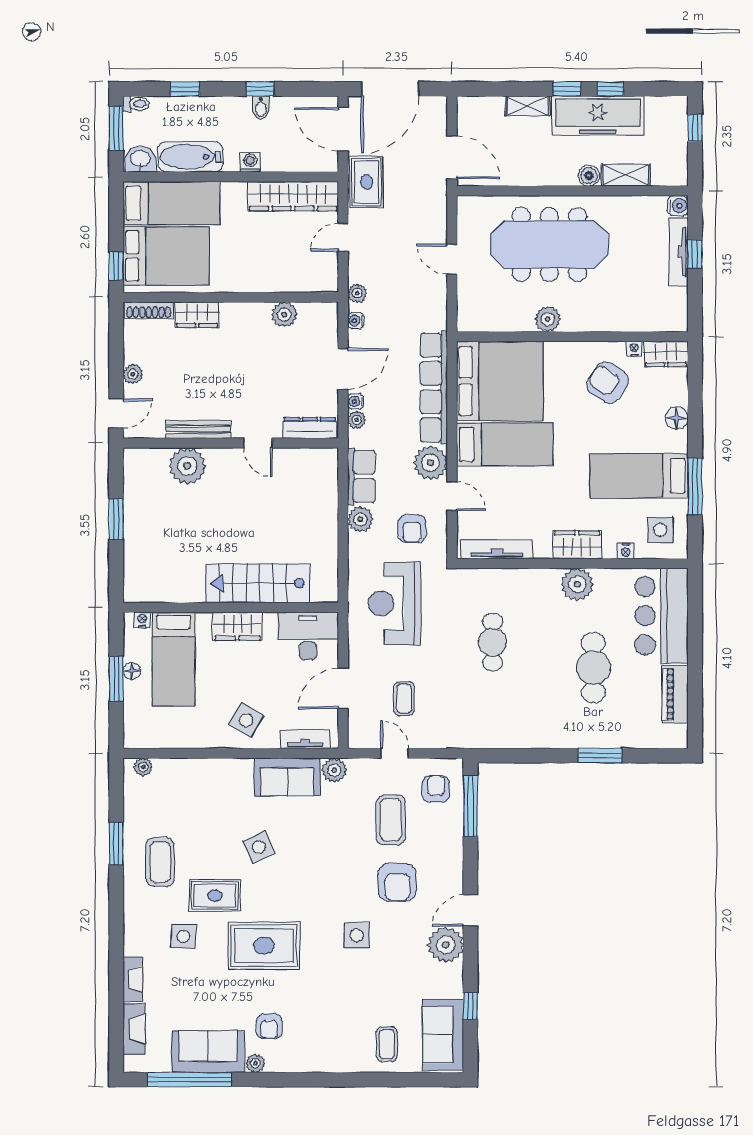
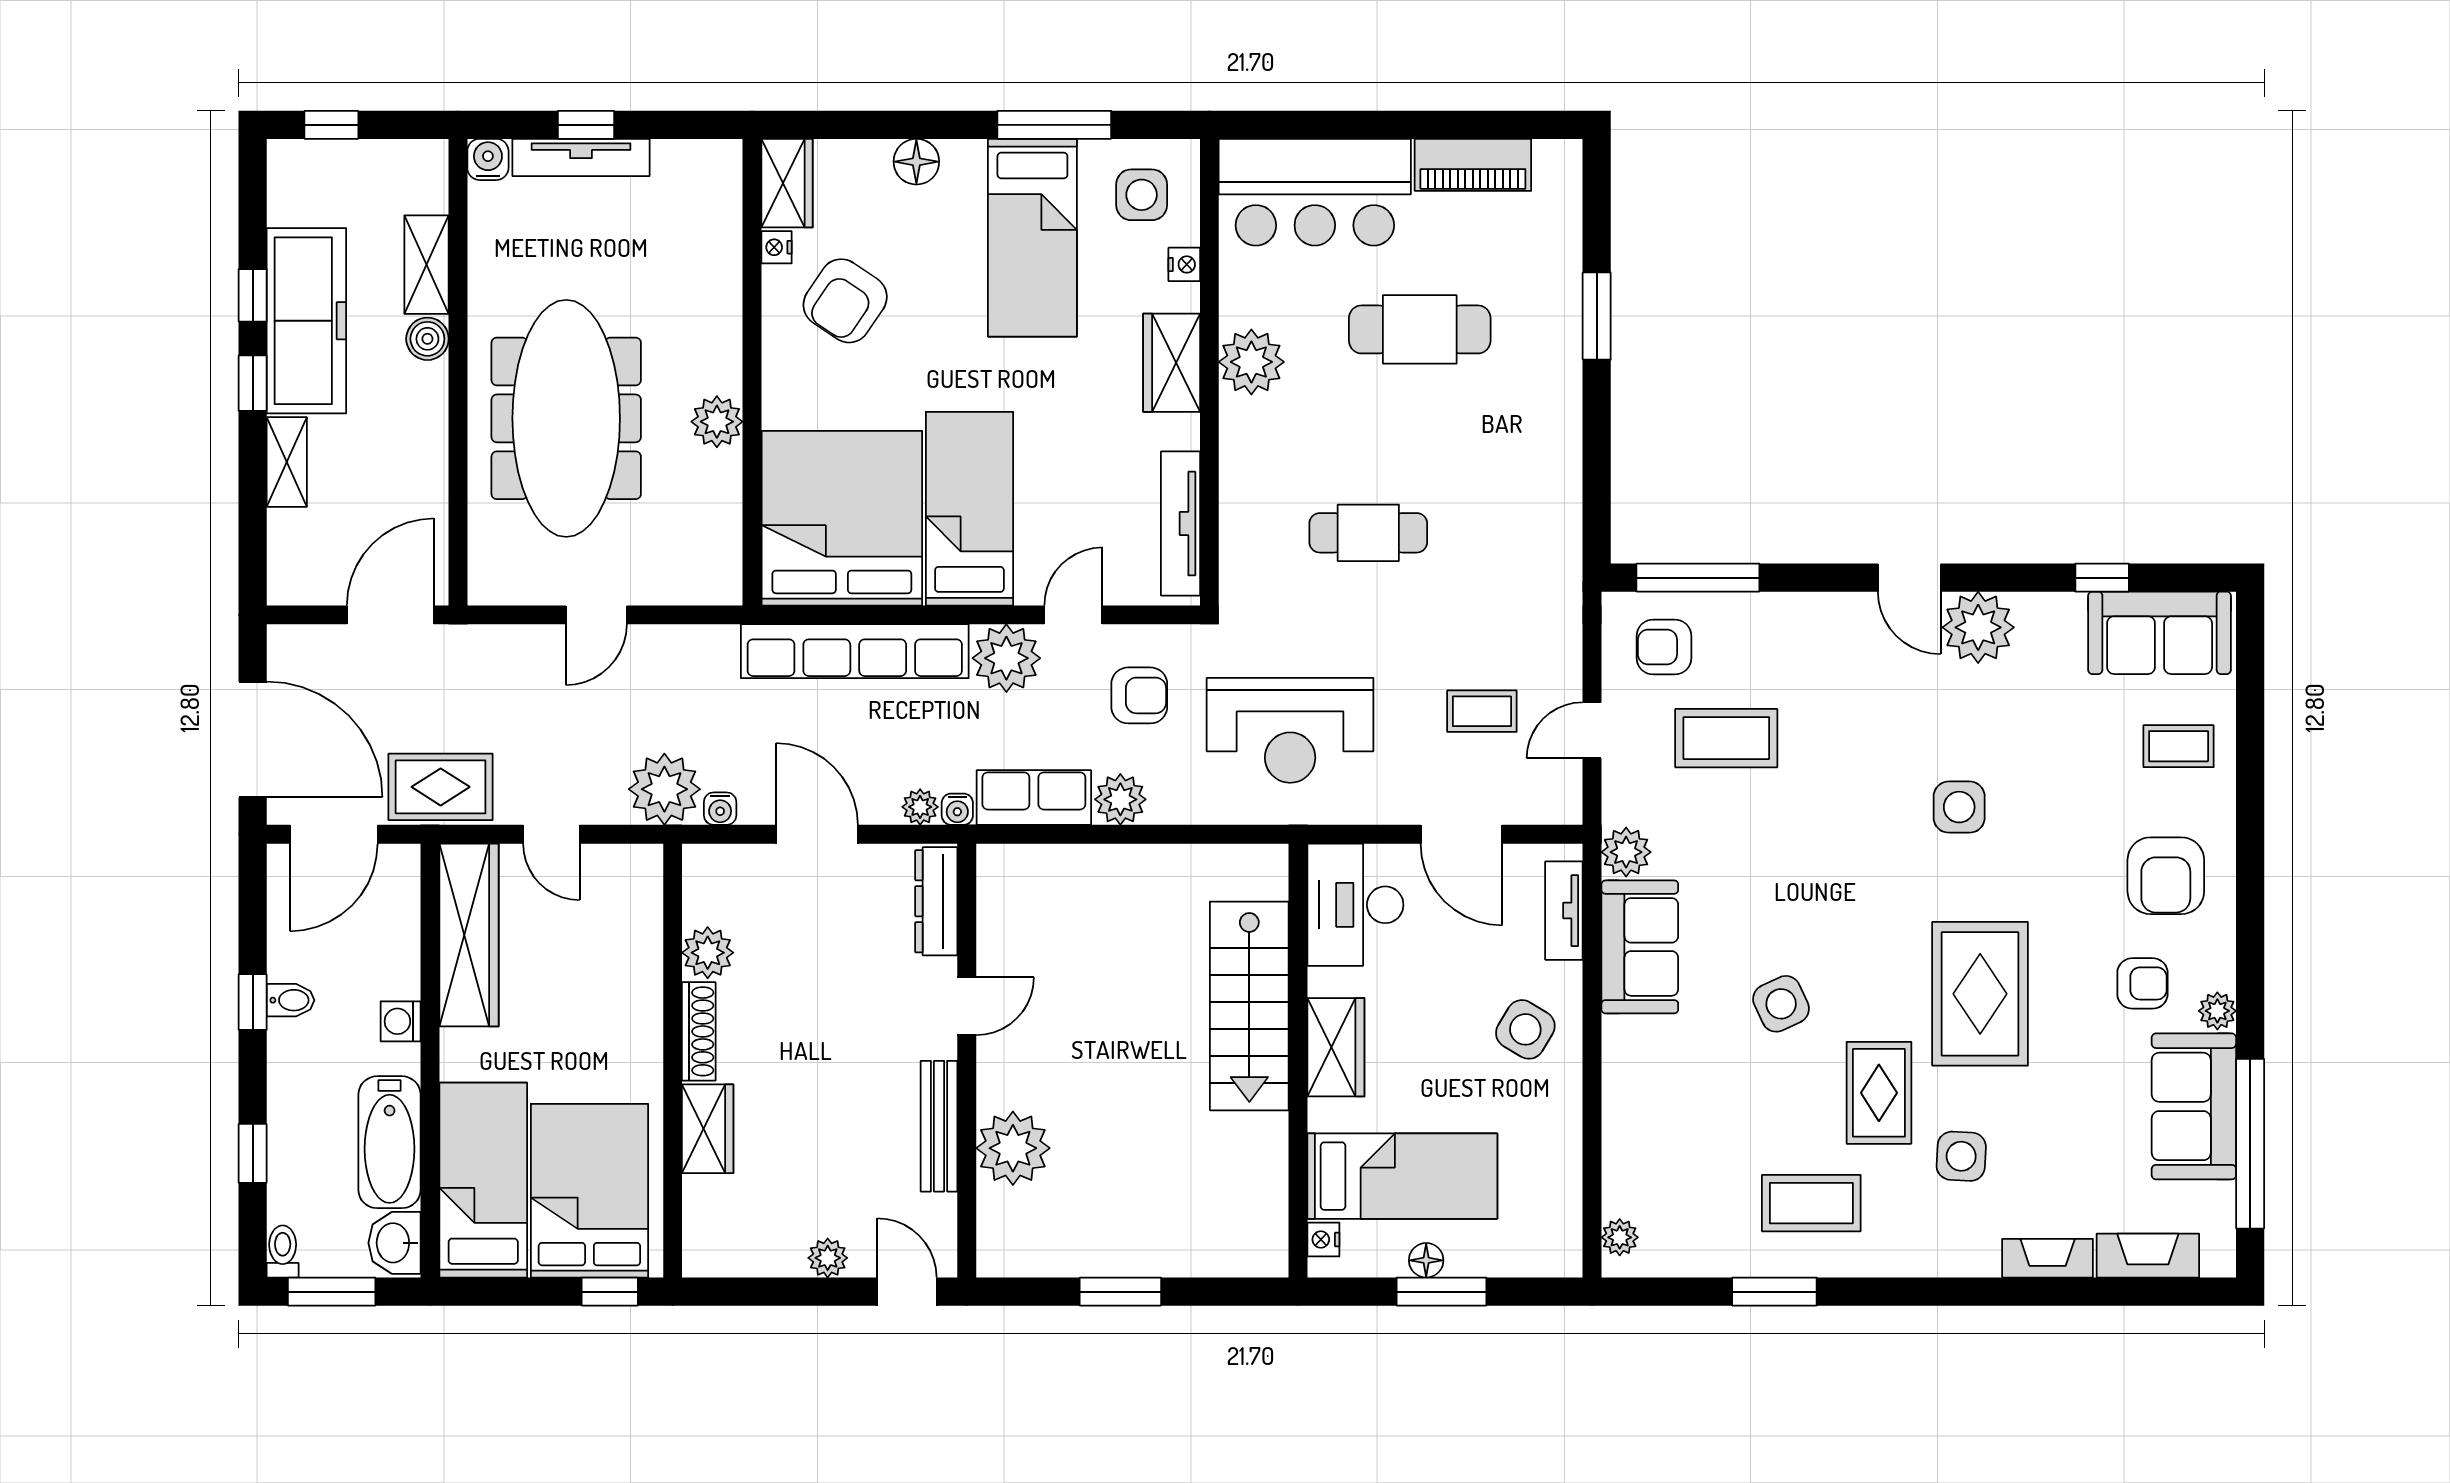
plant: (357, 293) -> (664, 789), width x1.87, depth x1.87
shoe rack: (149, 310) -> (699, 1031), moved
water cooler: (355, 401) -> (957, 809), moved
armchair: (397, 882) -> (2166, 876), moved, turned 90

